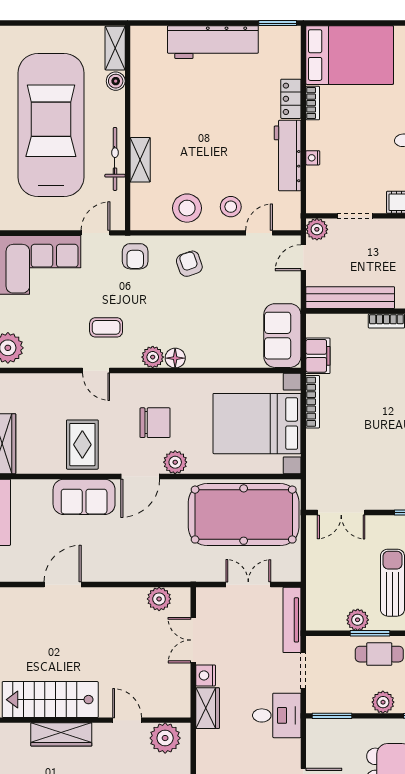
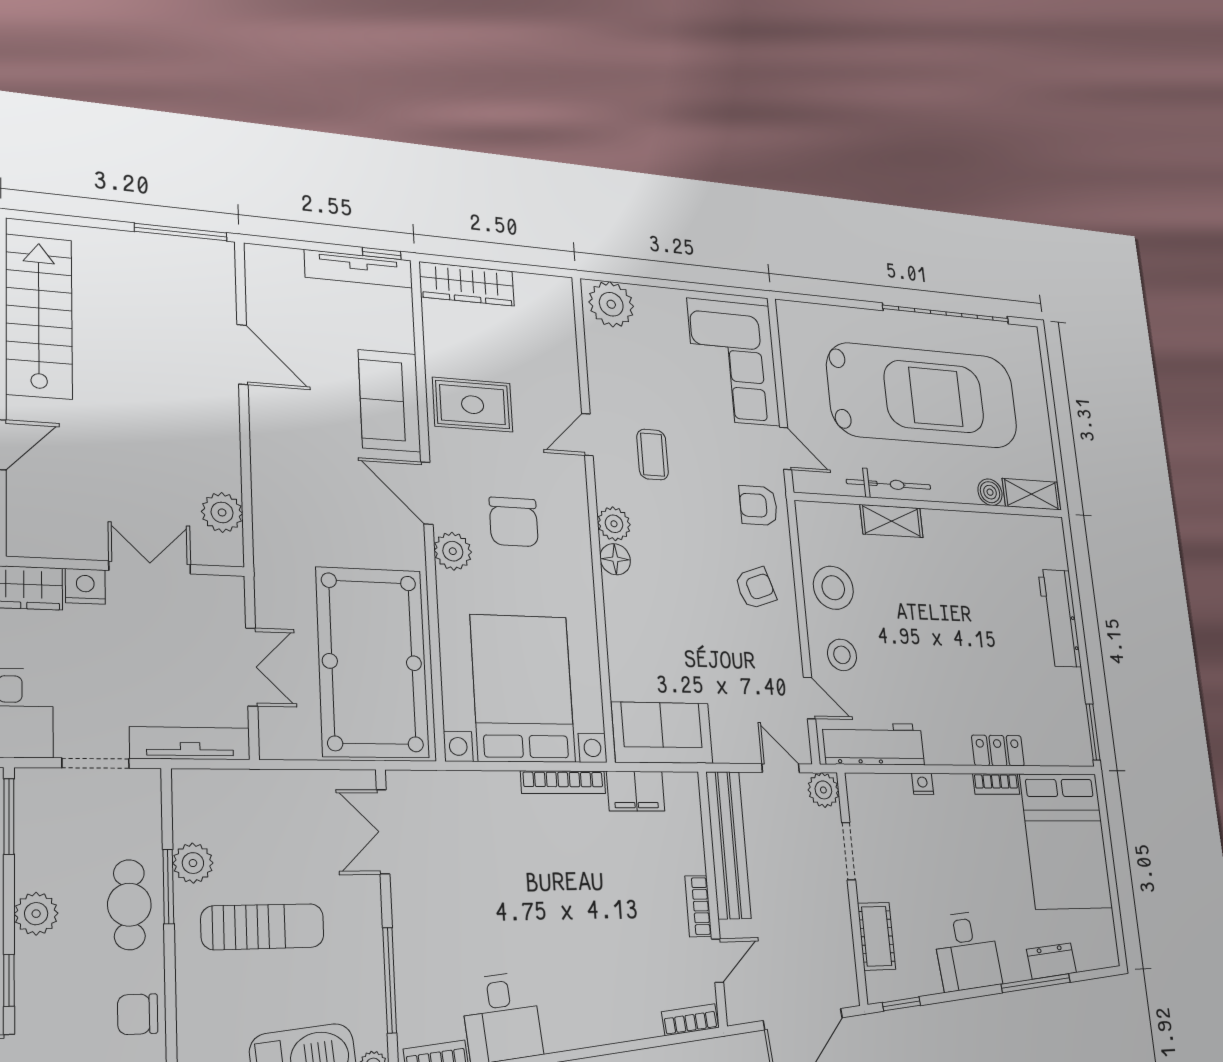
workbench: (213, 42) -> (1060, 618), width x0.73, depth x0.76
workbench: (288, 156) -> (874, 744), moved

